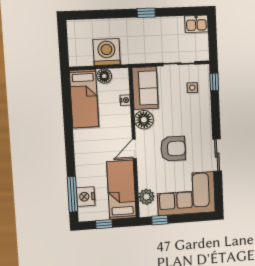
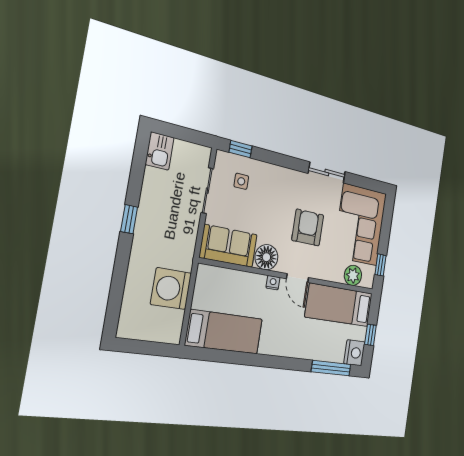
floor lamp: (104, 76) -> (202, 299), removed
nightstand: (125, 100) -> (273, 283), moved
nightstand: (86, 197) -> (354, 353), moved, turned -90

